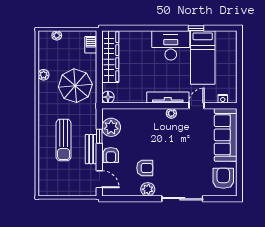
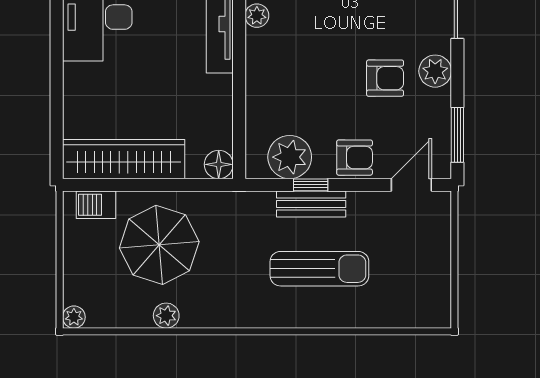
plant: (57, 35) -> (74, 317), moved
parasol: (75, 86) -> (159, 245), moved
bench: (91, 149) -> (311, 204), moved
armchair: (145, 168) -> (385, 78), turned 90
window: (121, 199) -> (457, 135), added

